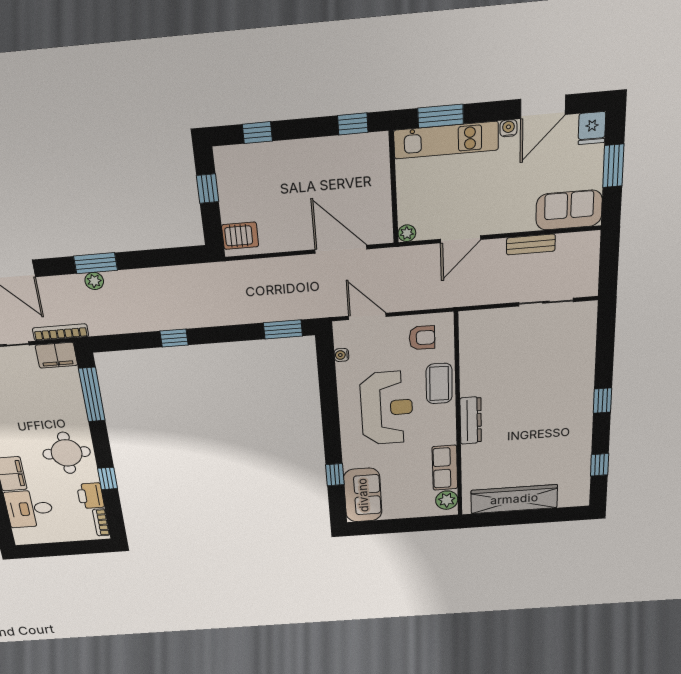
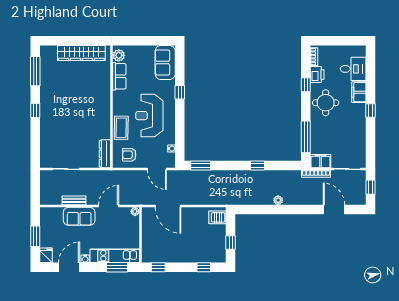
sofa: (569, 210) -> (79, 216), moved
window: (96, 263) -> (292, 209), removed
plant: (94, 281) -> (278, 200), moved
dresser: (471, 420) -> (105, 154), moved
window: (600, 465) -> (35, 71), width x2.17
window: (335, 475) -> (180, 92), moved

